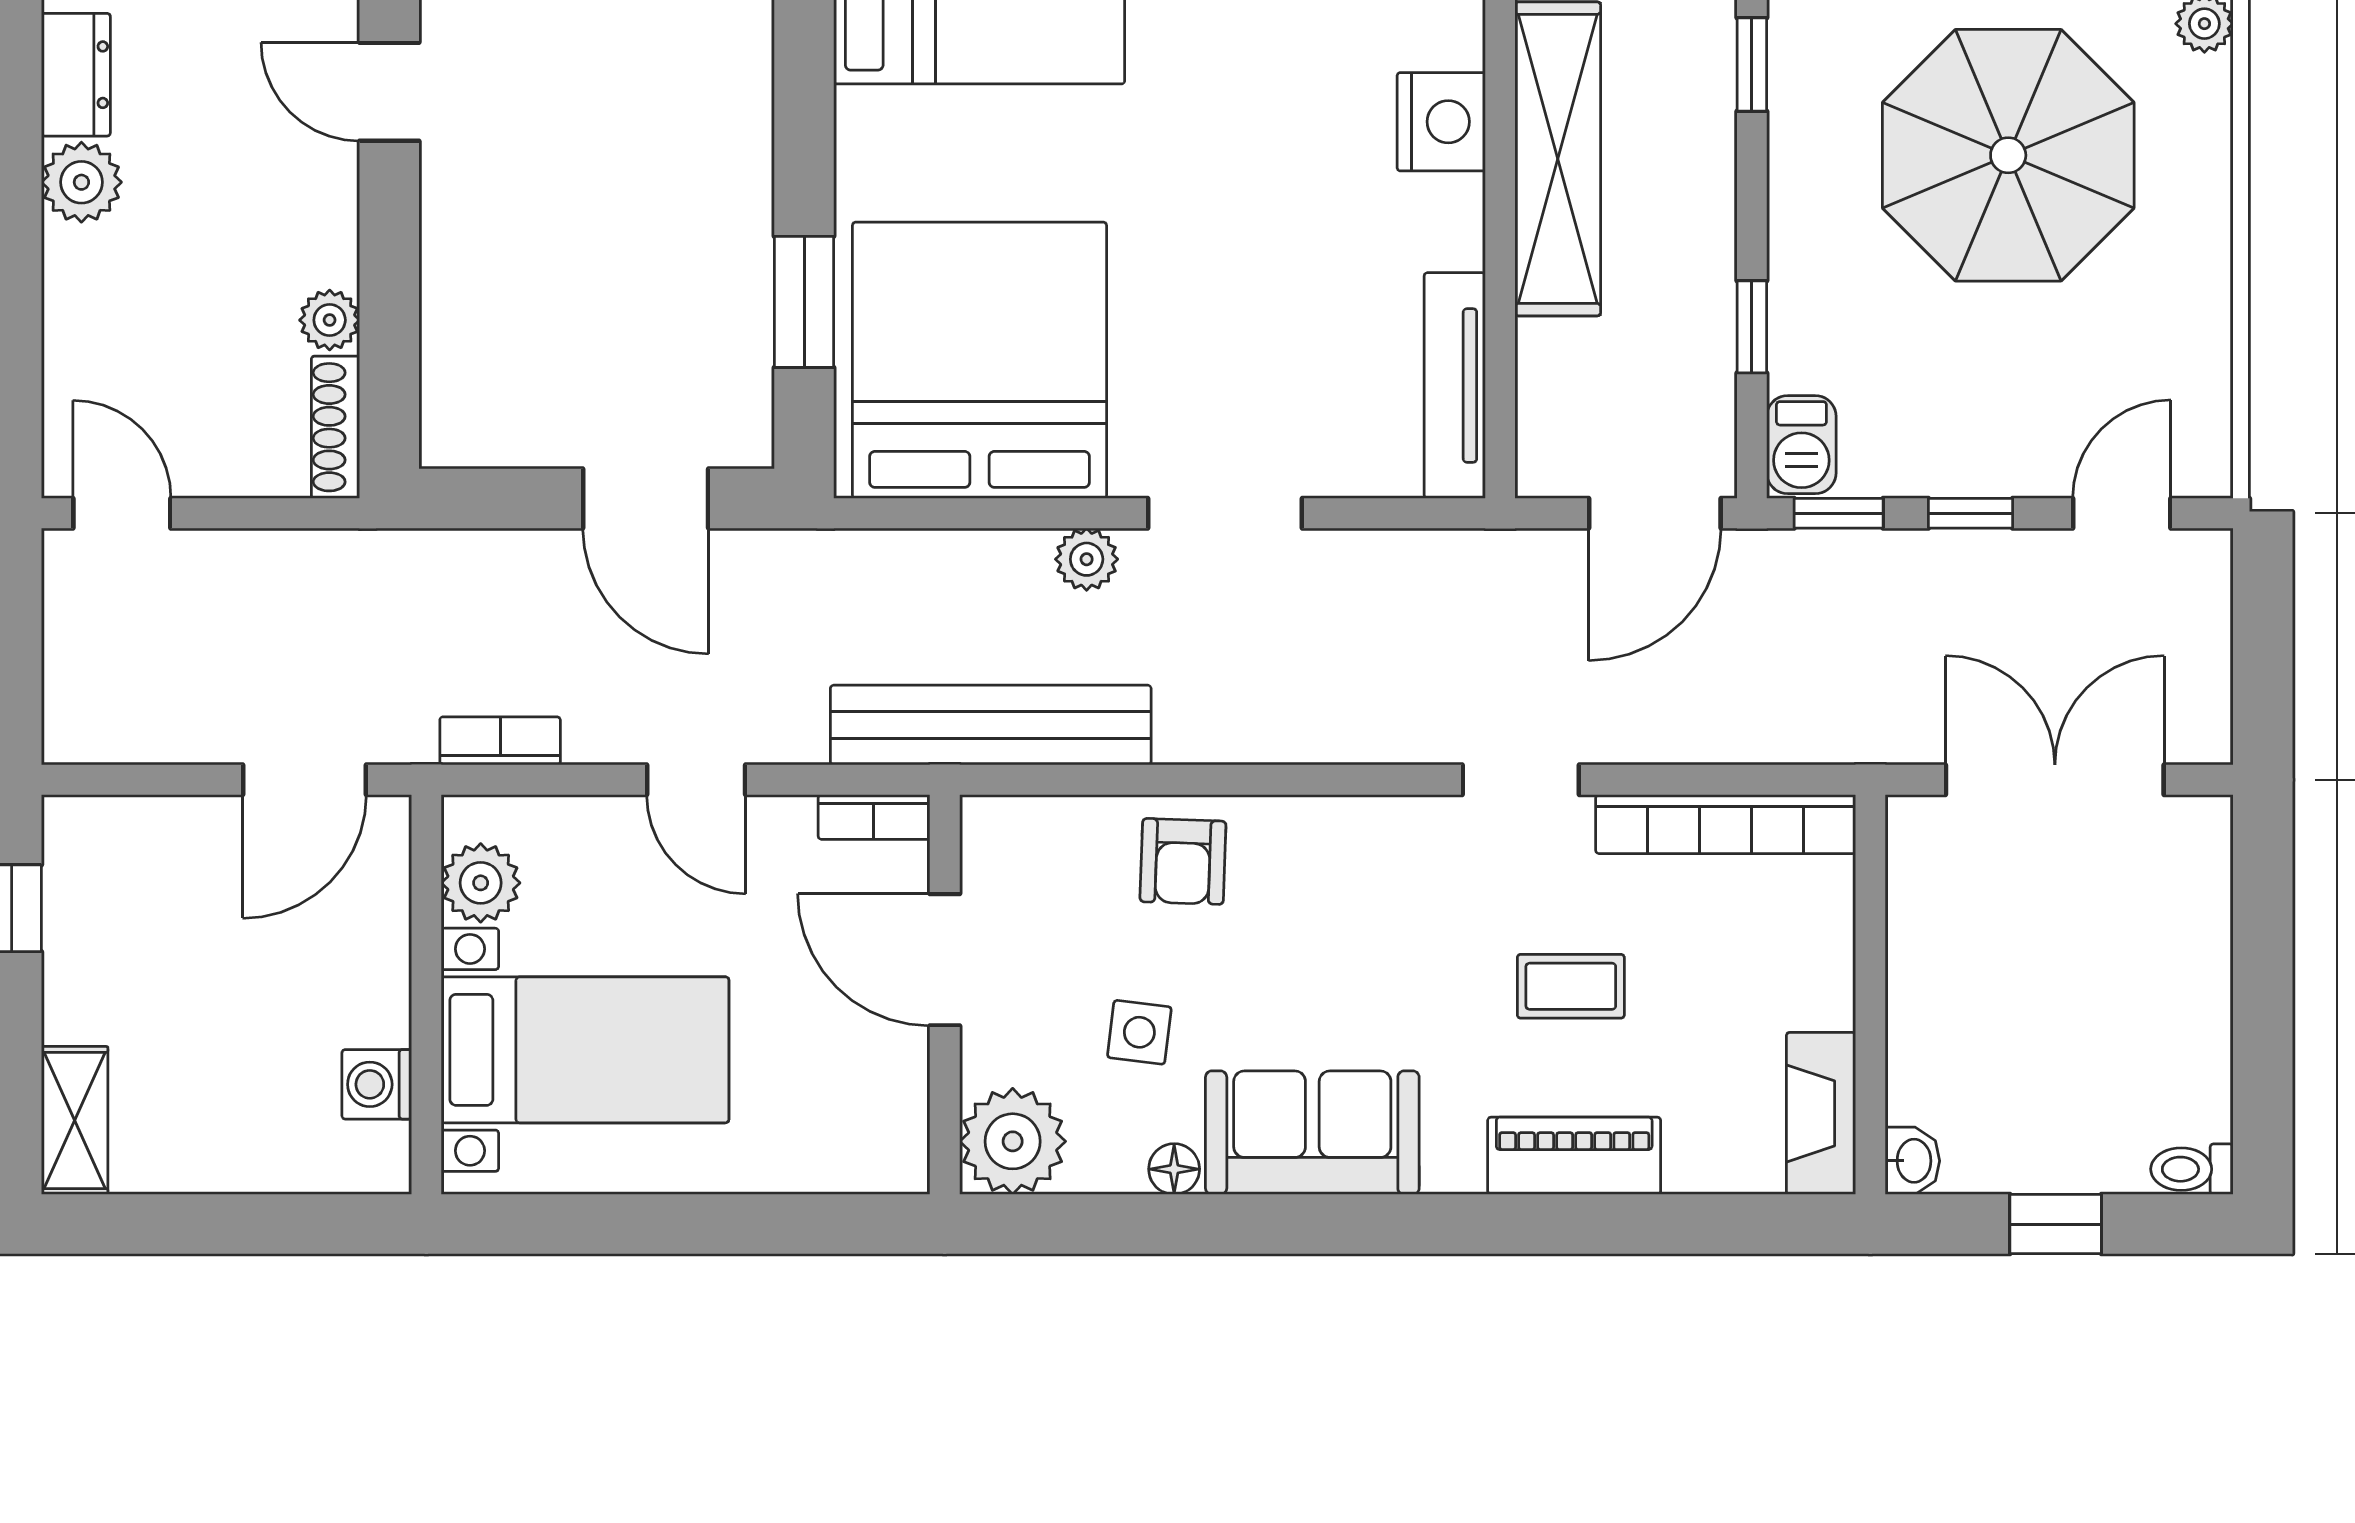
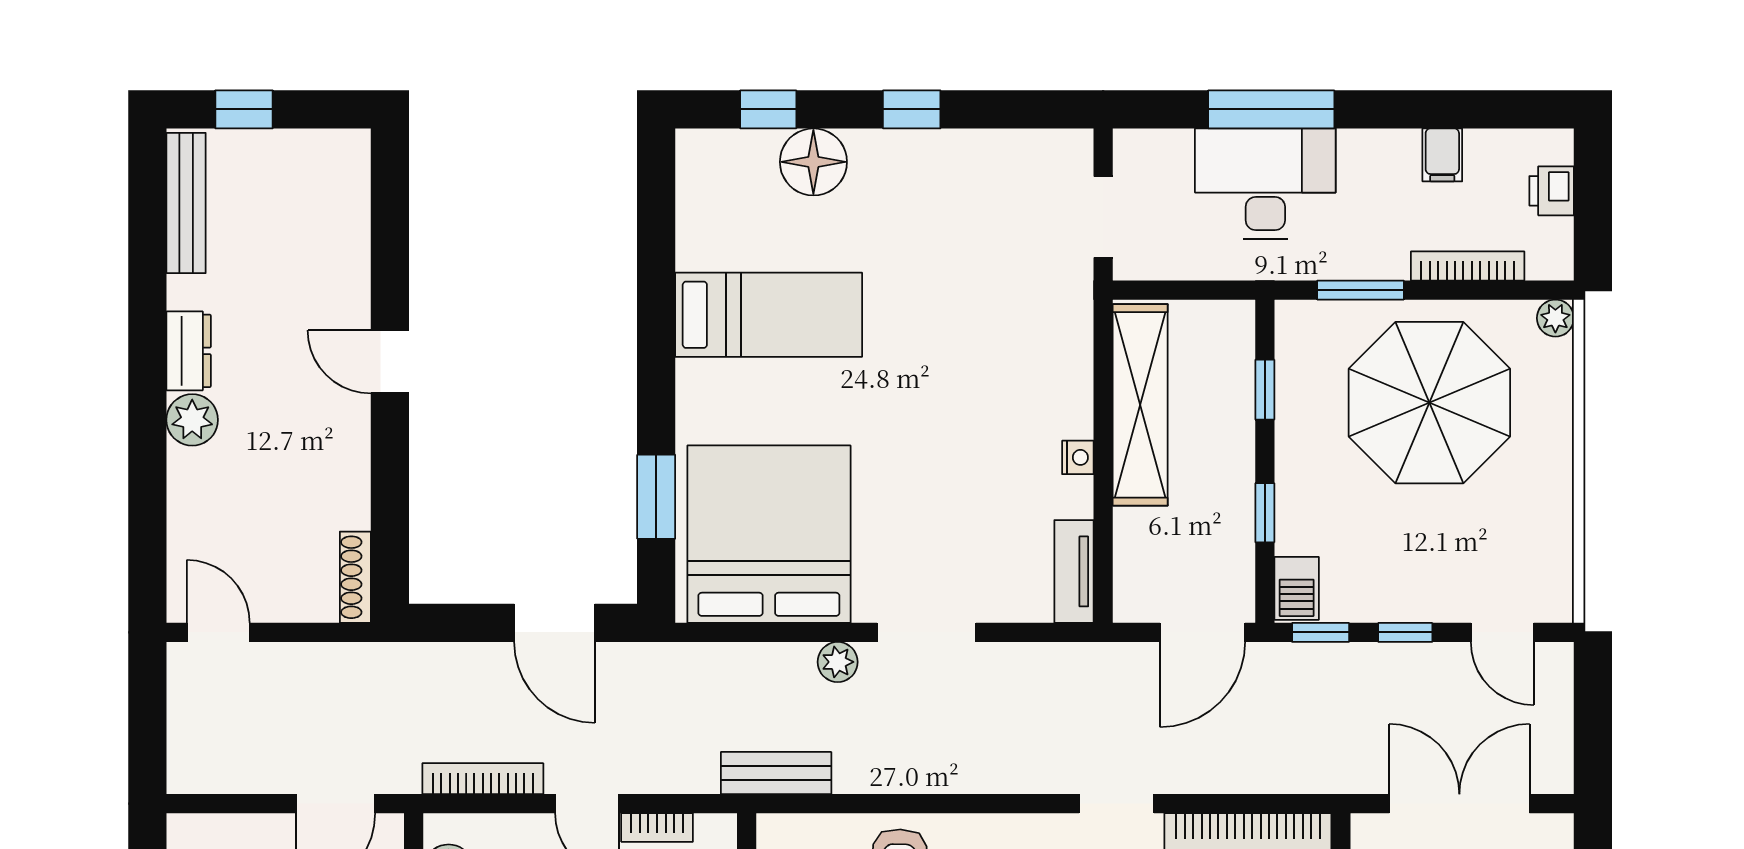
window: (1752, 65) -> (1265, 390), moved
nightstand: (1441, 122) -> (1078, 457), moved, width x0.53, depth x0.56
plant: (330, 320) -> (352, 508), removed
tv unit: (1455, 386) -> (1074, 571), width x0.71
door: (2122, 513) -> (1502, 632), swing flipped
bench: (991, 725) -> (776, 773), width x0.54, depth x0.82
bookcase: (500, 741) -> (483, 779), width x1.56
bookcase: (874, 817) -> (657, 827), moved

